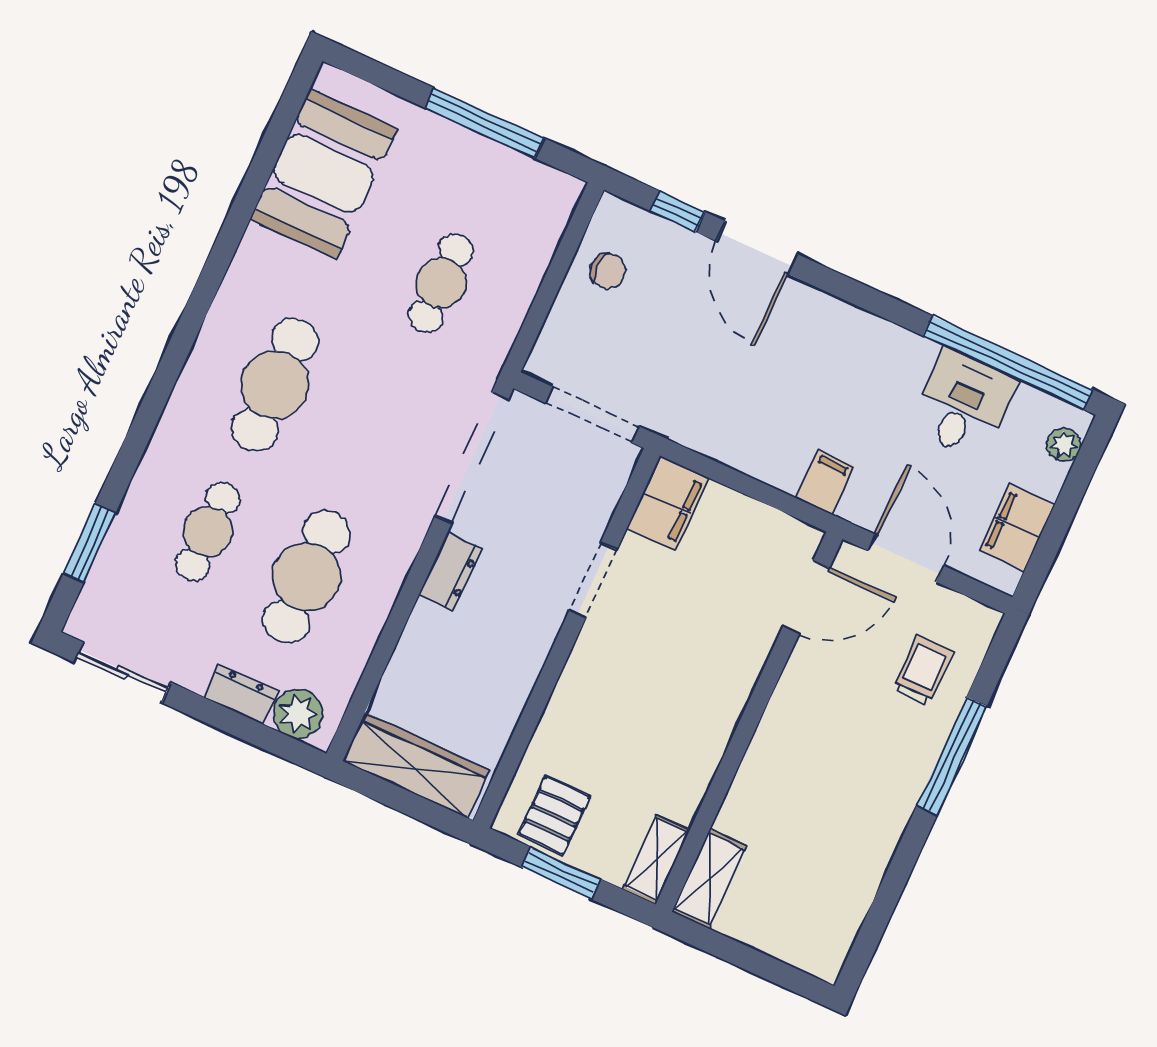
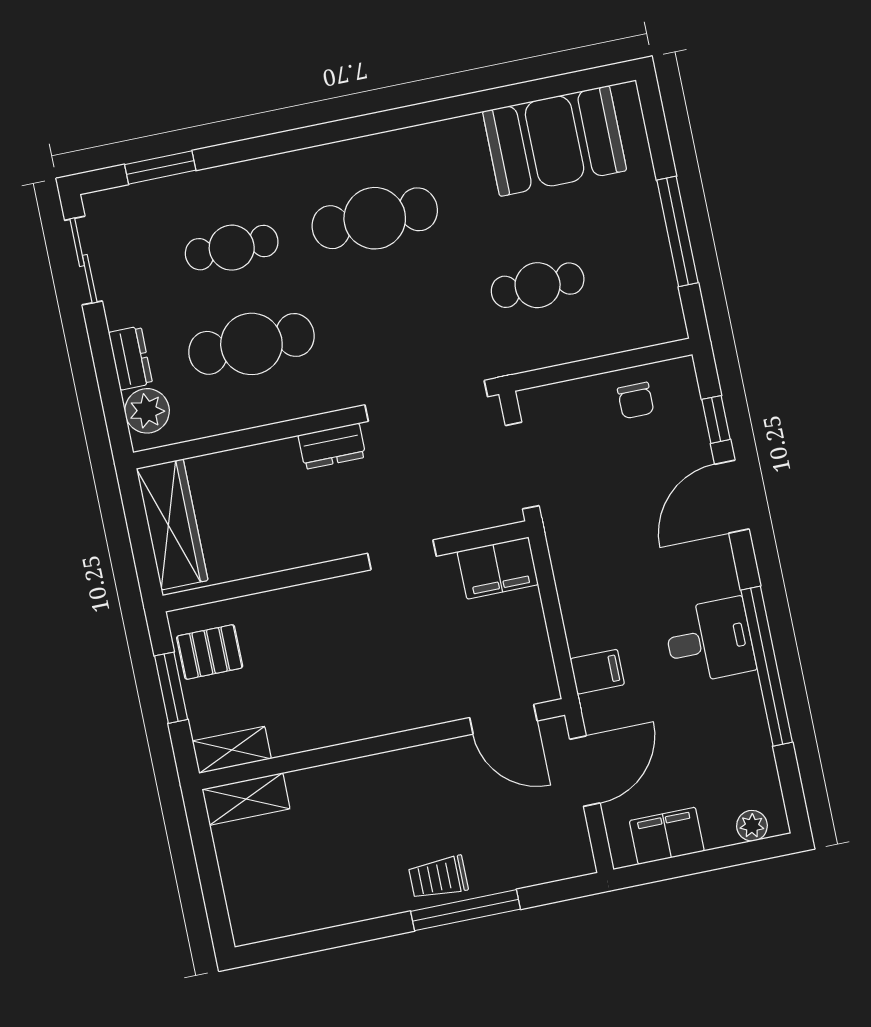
window: (1008, 363) -> (767, 666), moved
desk: (964, 404) -> (710, 641), moved
trolley: (923, 671) -> (438, 878), moved, turned 180

